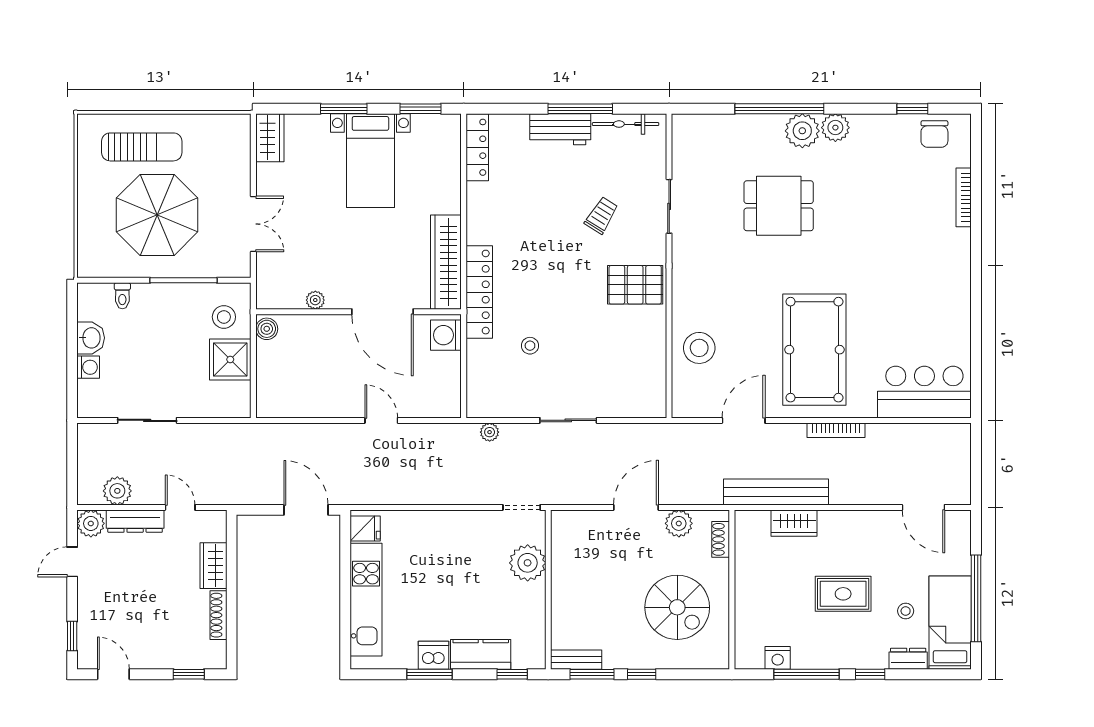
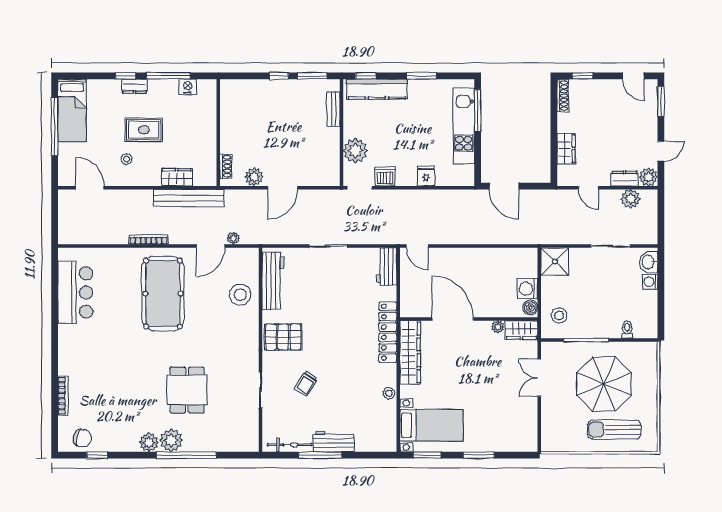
chair: (934, 134) -> (82, 438), turned 104
wardrobe: (270, 138) -> (521, 330), moved, turned -90
locker: (477, 147) -> (389, 429), removed
bed with nightstands: (370, 161) -> (431, 425), moved, turned 90
dining table: (779, 206) -> (187, 390), turned 90
washing machine: (446, 335) -> (527, 289), moved, turned 180
washbasin: (91, 338) -> (648, 262), moved
stool: (530, 346) -> (389, 393), moved
shower: (230, 359) -> (555, 262), moved
workbench: (651, 368) -> (273, 281), added
workbench: (481, 390) -> (387, 267), added
bar counter: (924, 392) -> (75, 293), moved, turned -90
door: (381, 420) -> (417, 246), moved
plant: (490, 432) -> (233, 238), moved
dresser: (135, 521) -> (625, 179), width x0.70
fridge: (365, 529) -> (426, 176), moved, turned 90
spiral stairs: (677, 607) -> (255, 121), removed
stool: (906, 611) -> (127, 159), moved
shoe rack: (218, 615) -> (563, 96), moved
window: (345, 623) -> (478, 110), added
window: (72, 636) -> (661, 101), width x1.50
kitchen counter: (481, 654) -> (377, 89), width x1.50
dishwasher: (434, 655) -> (385, 177), moved, turned 180
dresser: (908, 659) -> (134, 86), moved
bench: (576, 660) -> (333, 109), moved, turned 90

